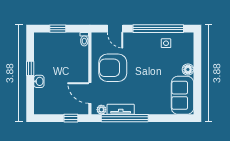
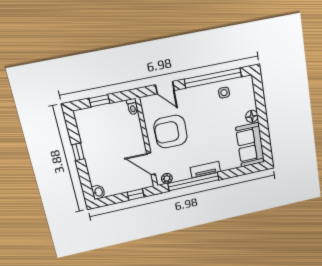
washbasin: (39, 81) -> (98, 192), moved
tv unit: (121, 109) -> (205, 170), moved

